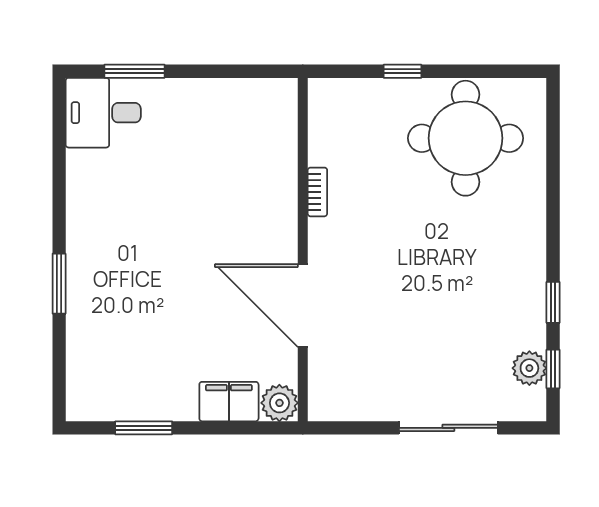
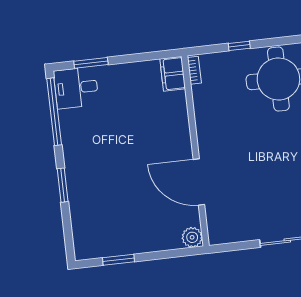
window: (59, 151) -> (54, 112), added
bookcase: (317, 192) -> (194, 70), moved
filing cabinet: (229, 402) -> (173, 74), moved, turned -90

